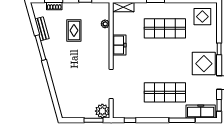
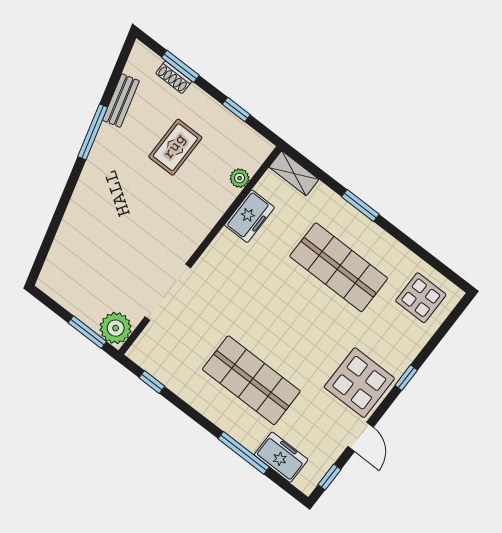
freezer: (119, 45) -> (249, 216), moved
freezer: (201, 112) -> (281, 457), width x0.71

